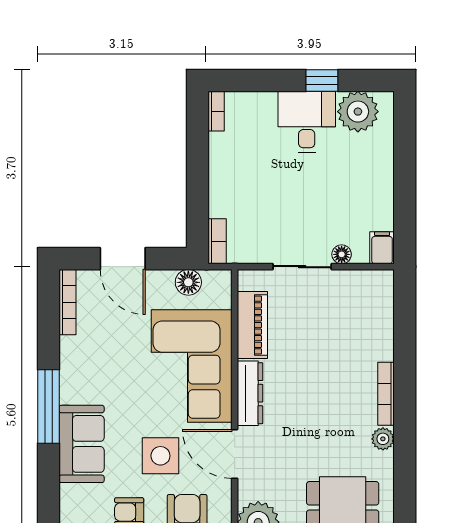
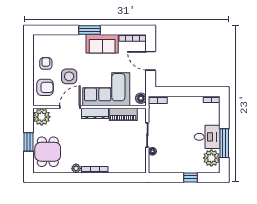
window: (322, 81) -> (224, 143), width x2.17
window: (405, 162) -> (190, 177), added
filing cabinet: (382, 248) -> (155, 168), removed
door: (123, 259) -> (151, 61), hinge flipped
floor lamp: (188, 282) -> (141, 98), moved
window: (49, 406) -> (90, 30), width x0.69
sofa: (82, 444) -> (102, 44), moved

